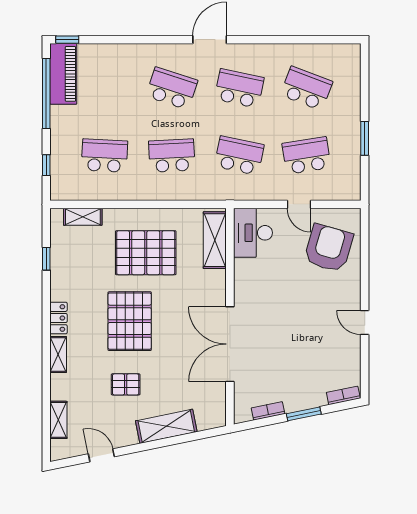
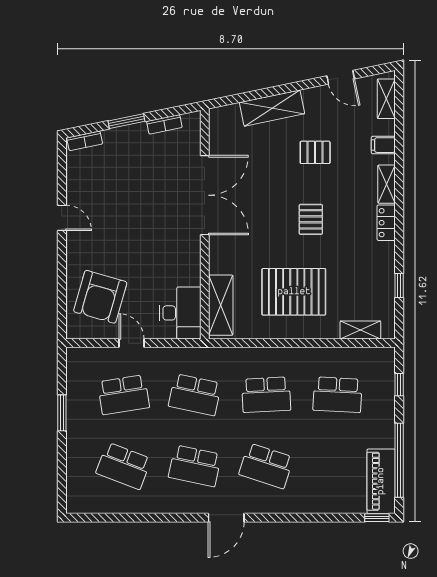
pallet: (130, 321) -> (311, 219), width x0.49, depth x0.50
filing cabinet: (61, 391) -> (383, 145), added
shelving: (58, 420) -> (386, 99), moved

